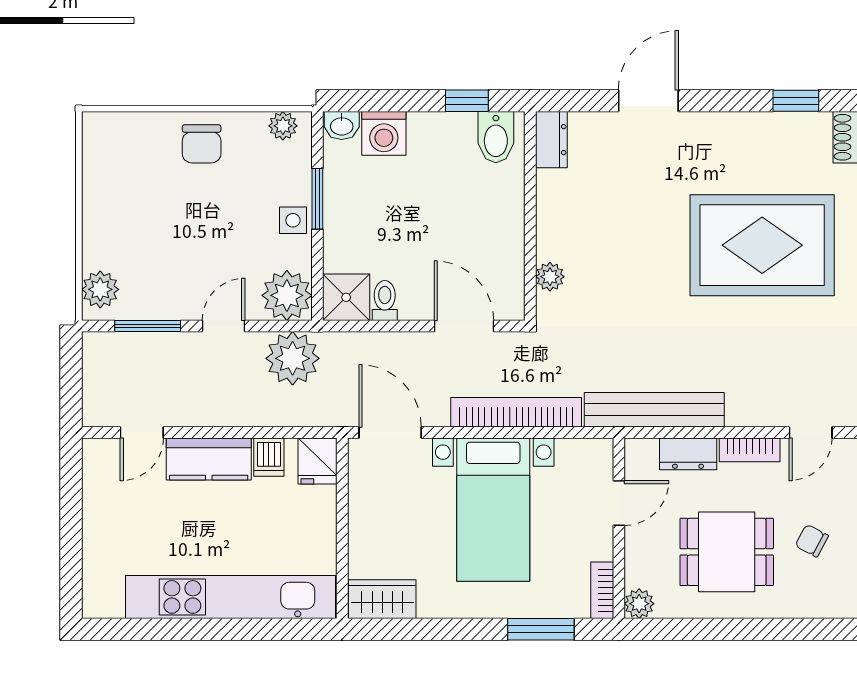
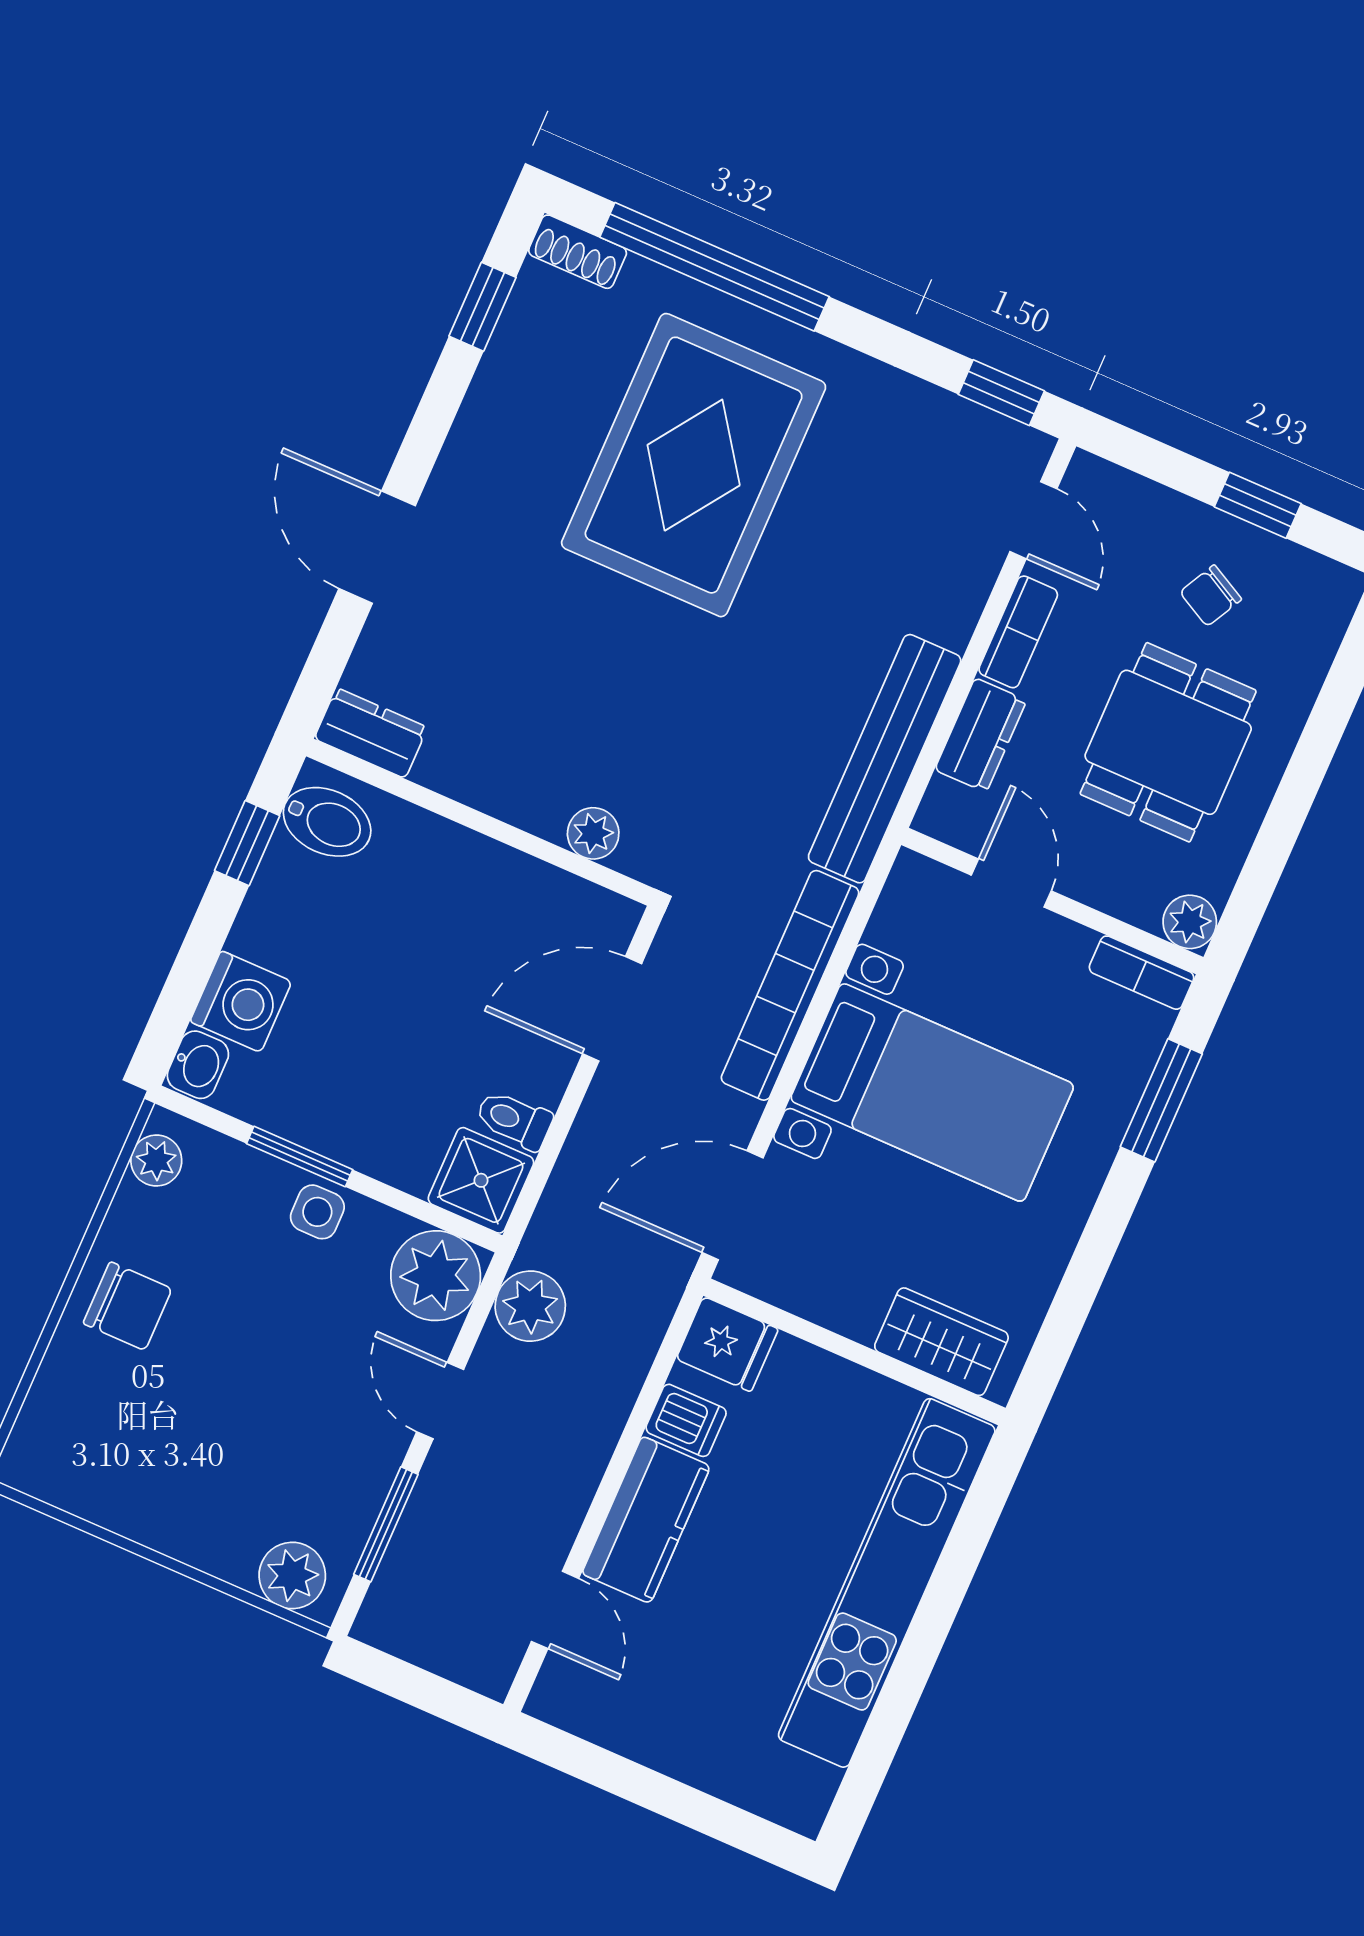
plant: (293, 358) -> (530, 1306), width x0.73, depth x0.73
wardrobe: (382, 599) -> (941, 1342), moved, turned 90

